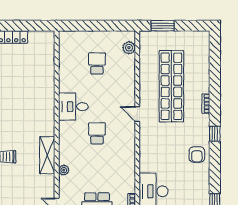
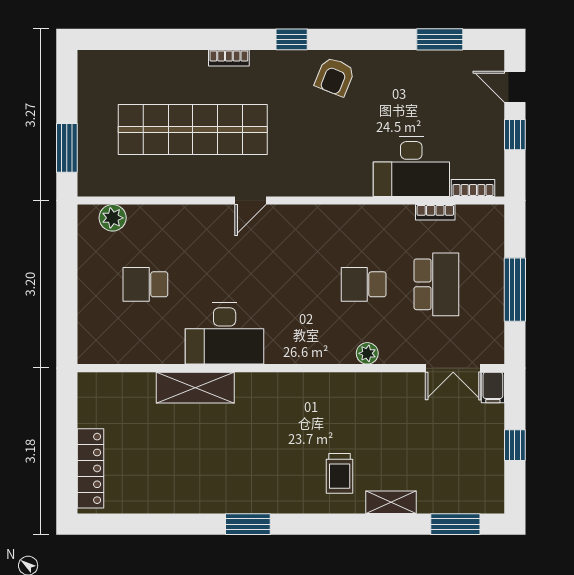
desk: (73, 107) -> (225, 333), width x1.37
school desk: (97, 133) -> (364, 284), moved
armchair: (197, 154) -> (335, 77), turned 112
shelving: (47, 155) -> (195, 388), moved

